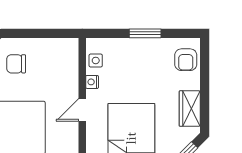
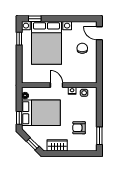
window: (145, 33) -> (99, 136), moved
armchair: (186, 60) -> (79, 128), moved

